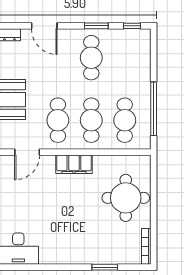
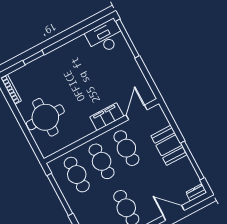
filing cabinet: (74, 164) -> (107, 117), moved

